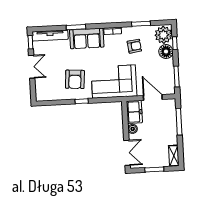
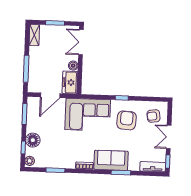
tv unit: (50, 35) -> (153, 167), width x0.71
plant: (163, 35) -> (30, 161), width x0.53, depth x0.53
armchair: (134, 46) -> (154, 116), moved
door: (153, 97) -> (50, 95), hinge flipped

